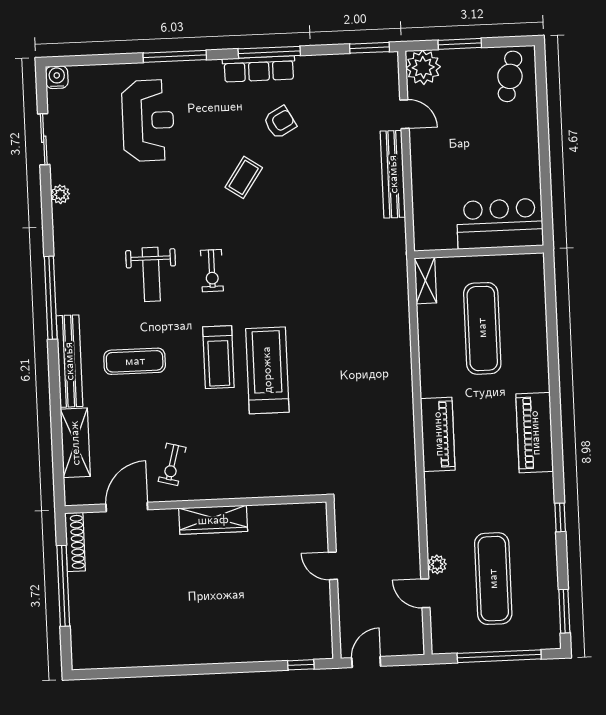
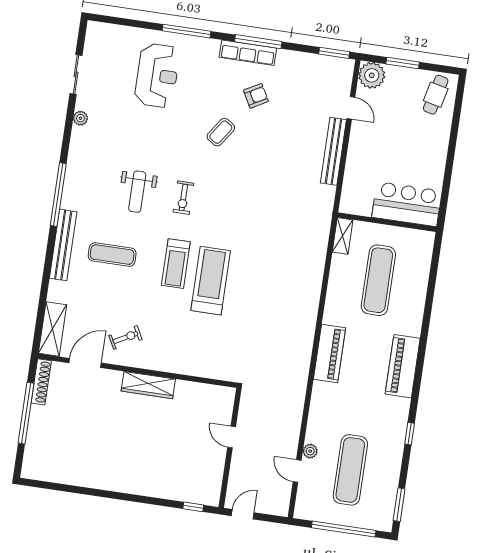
water cooler: (57, 77) -> (95, 30), removed
shelving: (75, 443) -> (53, 329), moved
exercise bike: (172, 464) -> (125, 337), turned -133

